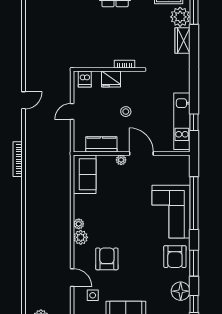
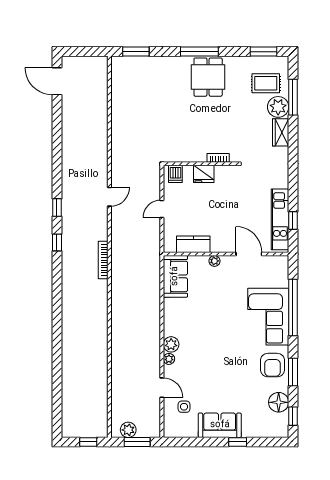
stool: (126, 112) -> (220, 209), removed
door: (141, 153) -> (249, 254), moved
plant: (79, 224) -> (169, 359), moved
armchair: (107, 259) -> (199, 368), removed

